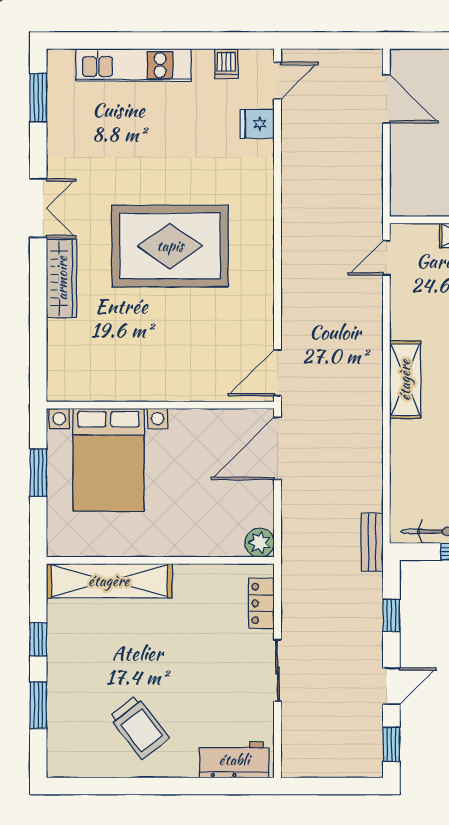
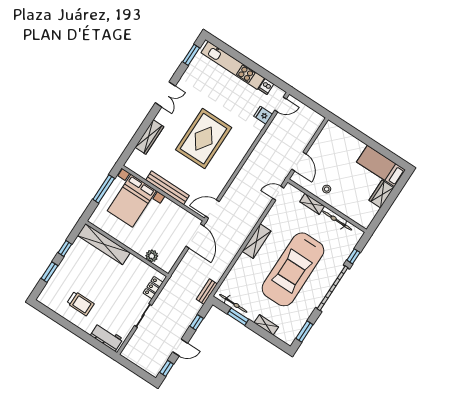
kitchen unit: (133, 65) -> (233, 65), width x1.36
door: (386, 99) -> (299, 162), moved
rug: (170, 246) -> (204, 139), turned 90
wardrobe: (62, 278) -> (149, 137), moved
bench: (162, 389) -> (168, 188), added
door: (278, 448) -> (195, 236), swing flipped
window: (38, 473) -> (104, 189), width x1.44
plant: (260, 543) -> (152, 256), moved
trolley: (139, 727) -> (80, 303), turned -52

